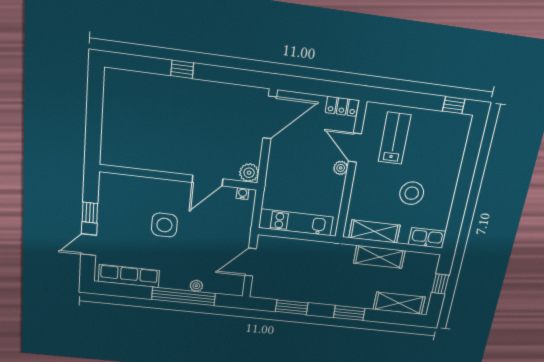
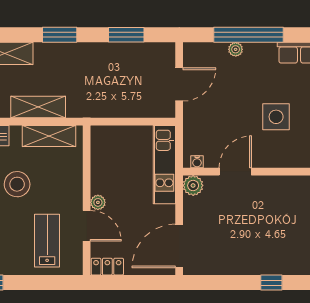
lab bench: (395, 138) -> (47, 241), turned 180
kitchen unit: (296, 222) -> (164, 165), moved, turned 90

